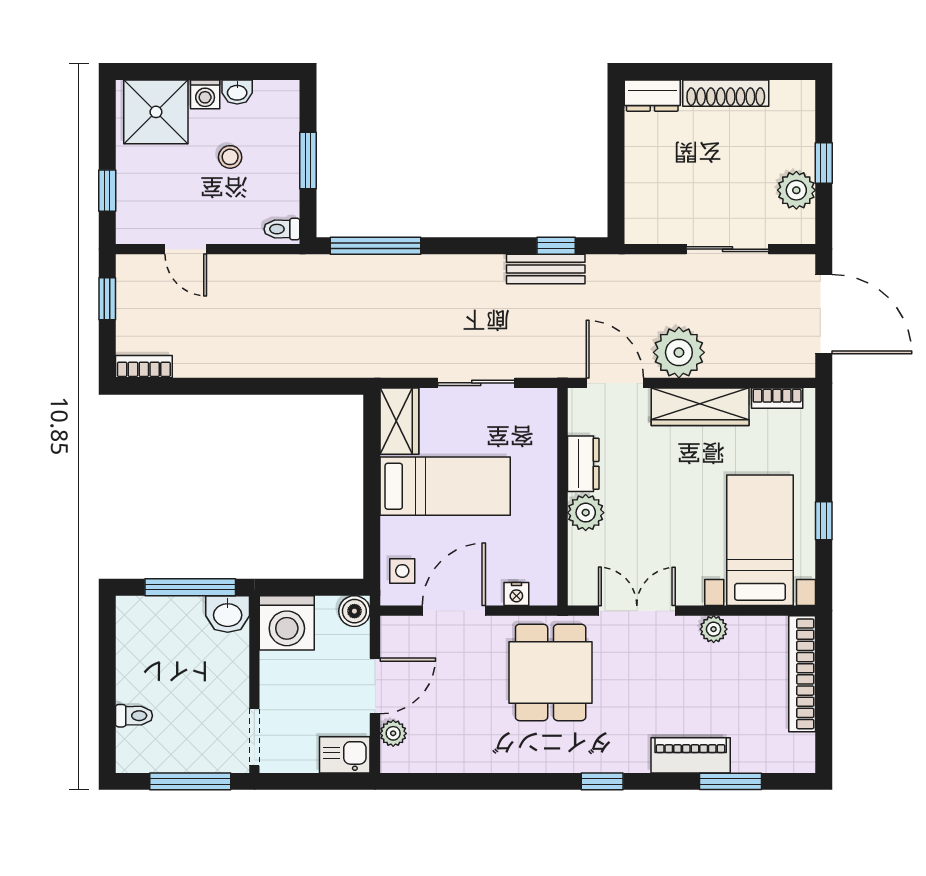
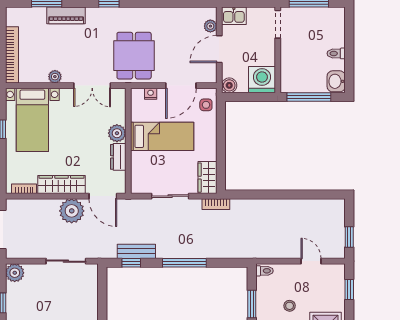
plant: (796, 190) -> (15, 273), moved
window: (376, 246) -> (184, 263), moved
sliding door: (728, 249) -> (66, 261), moved
bookcase: (144, 367) -> (216, 204), moved
bed: (445, 486) -> (162, 136), moved, turned 180
washbasin: (228, 614) -> (336, 81), moved, turned -90
toilet: (134, 716) -> (336, 53), moved

